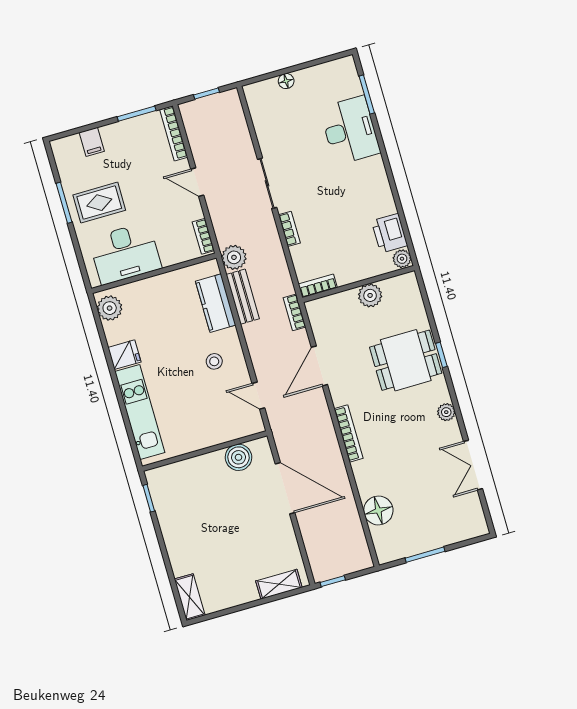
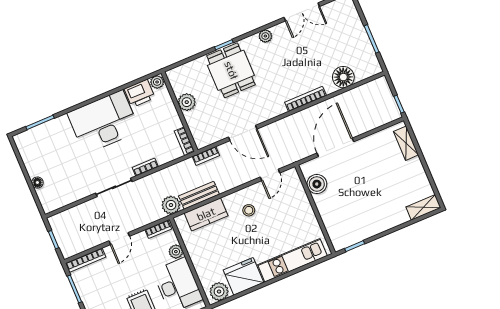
desk: (350, 130) -> (104, 122), moved, width x1.36, depth x1.30
plant: (170, 256) -> (176, 252), added
fridge: (124, 355) -> (243, 276), width x1.88, depth x1.34
bookcase: (349, 433) -> (306, 99), moved

